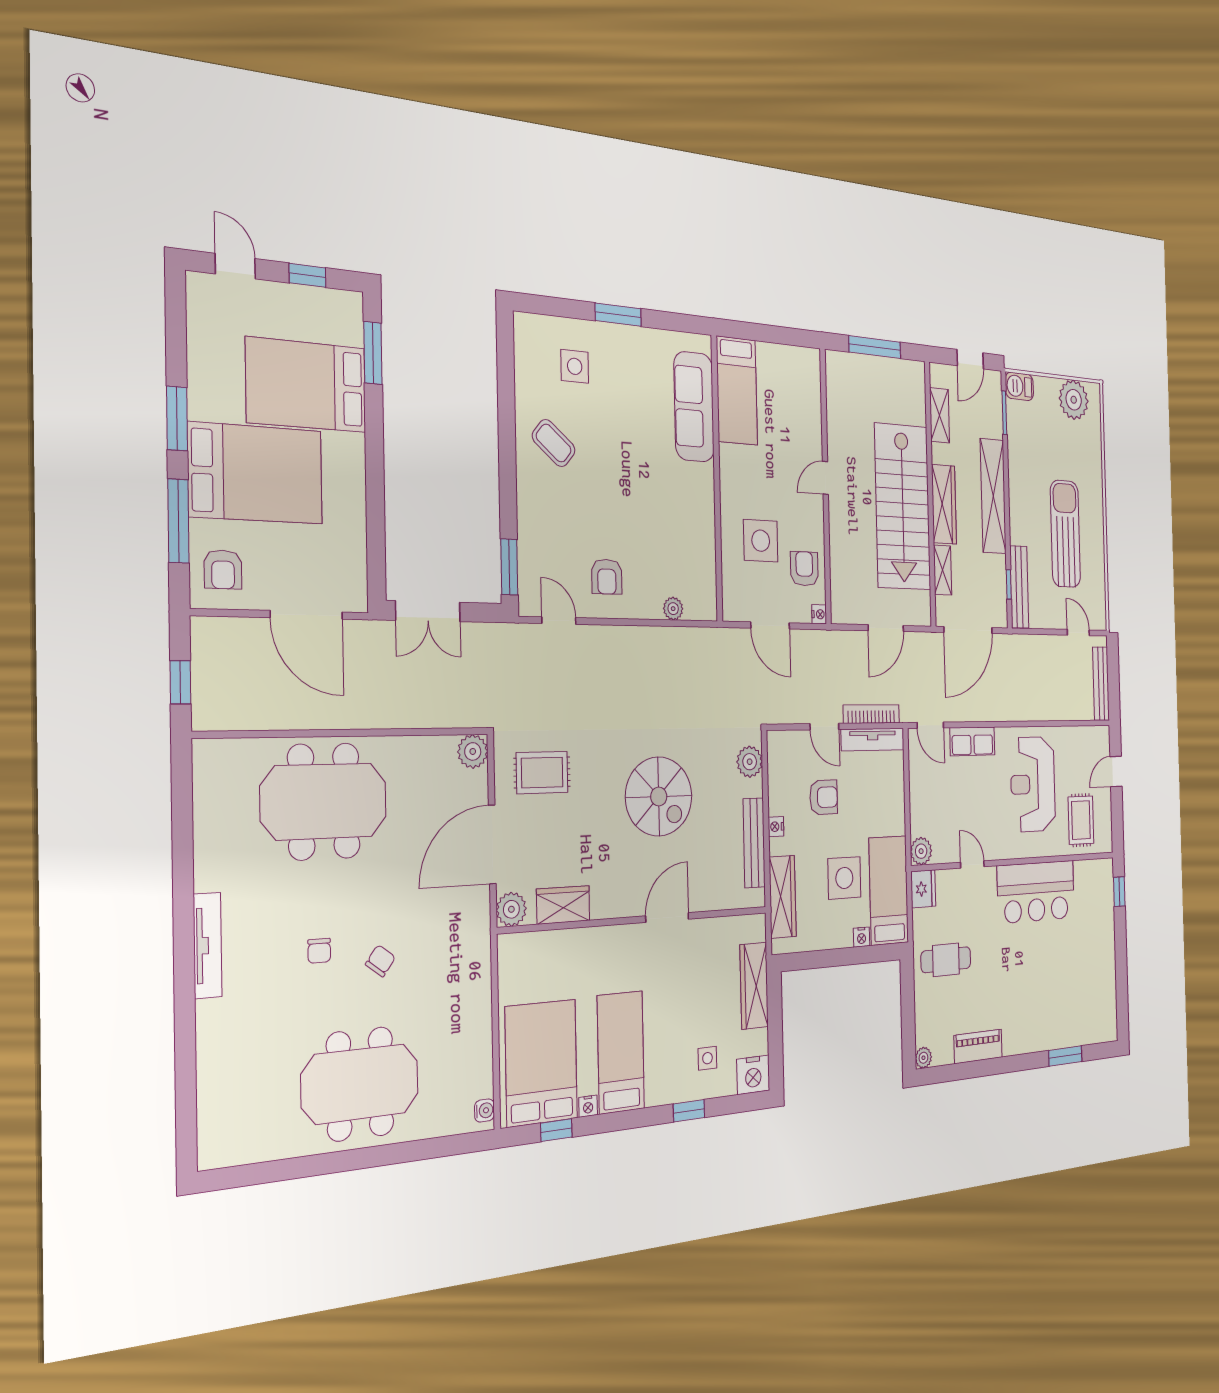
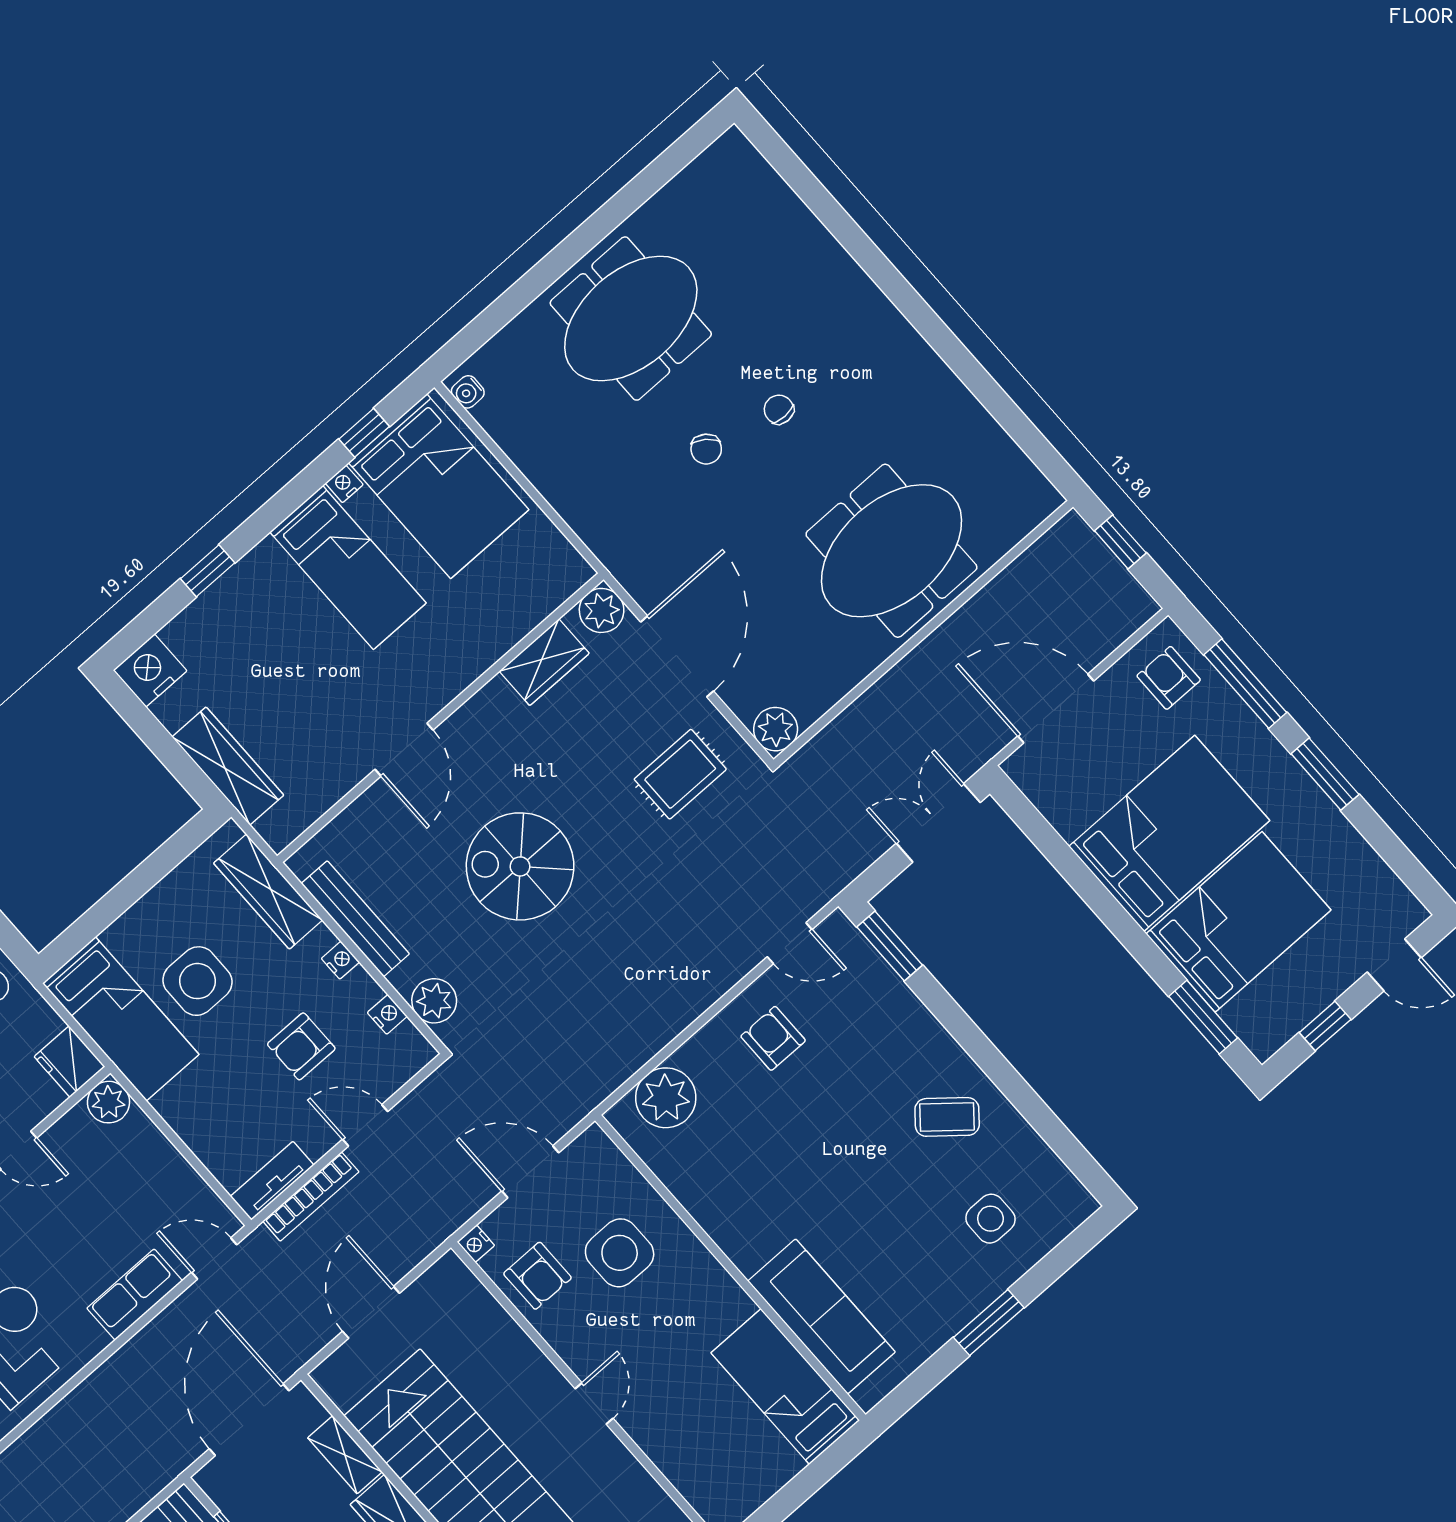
bed: (256, 473) -> (1169, 833), moved, turned 180
plant: (673, 609) -> (666, 1098), width x1.88, depth x1.88
tv unit: (873, 740) -> (272, 1181), width x0.71
nightstand: (862, 937) -> (387, 1014), moved, turned 90
tv unit: (208, 945) -> (895, 329), removed
side table: (707, 1058) -> (228, 643), removed

